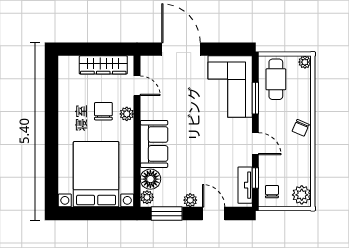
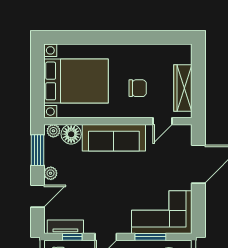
plant: (127, 114) -> (135, 111), removed
sofa: (154, 144) -> (114, 138), width x1.36

